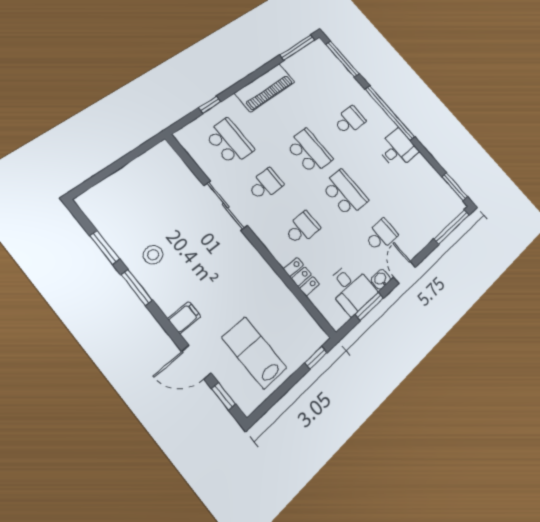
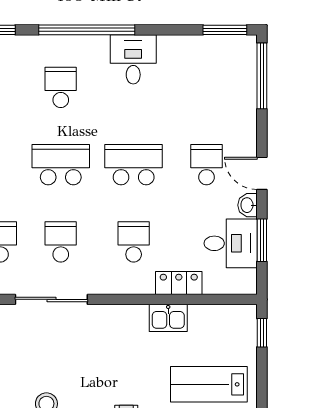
kitchen sink: (275, 288) -> (168, 318), added

